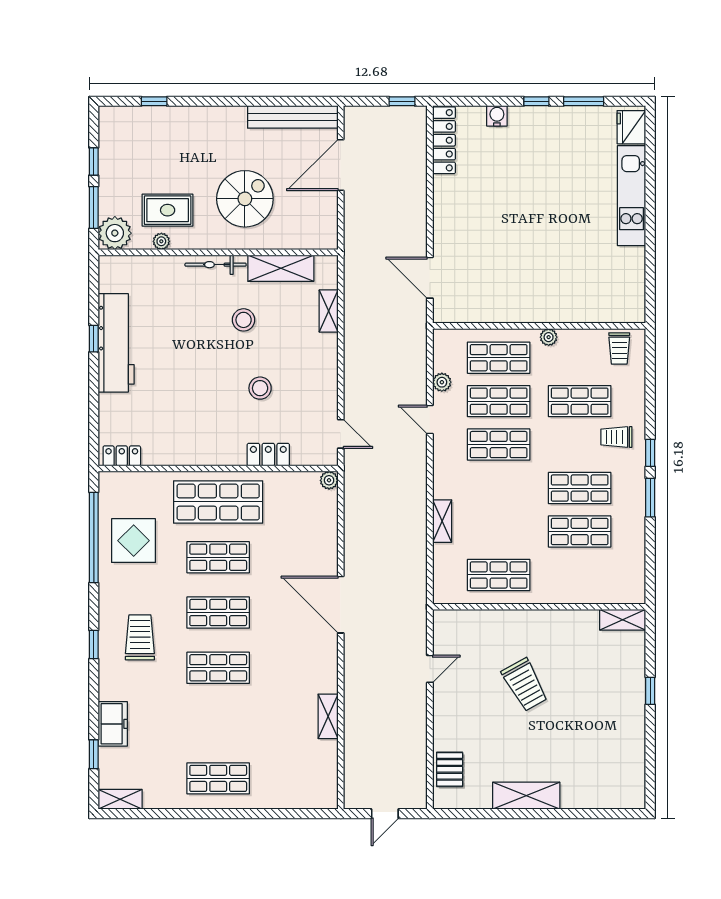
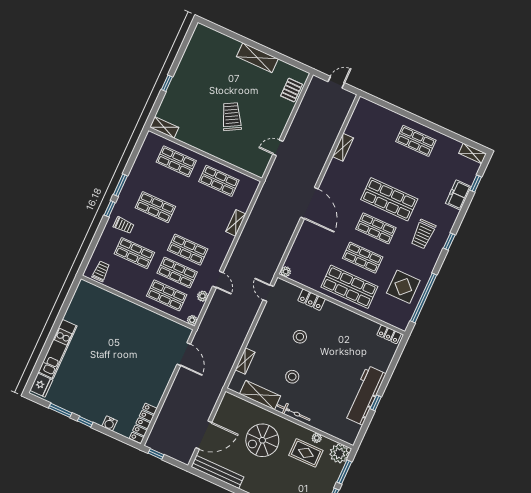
plant: (549, 337) -> (192, 320), moved
shop shelf: (580, 532) -> (176, 161), moved
shop shelf: (218, 668) -> (389, 199), width x1.43, depth x1.36

